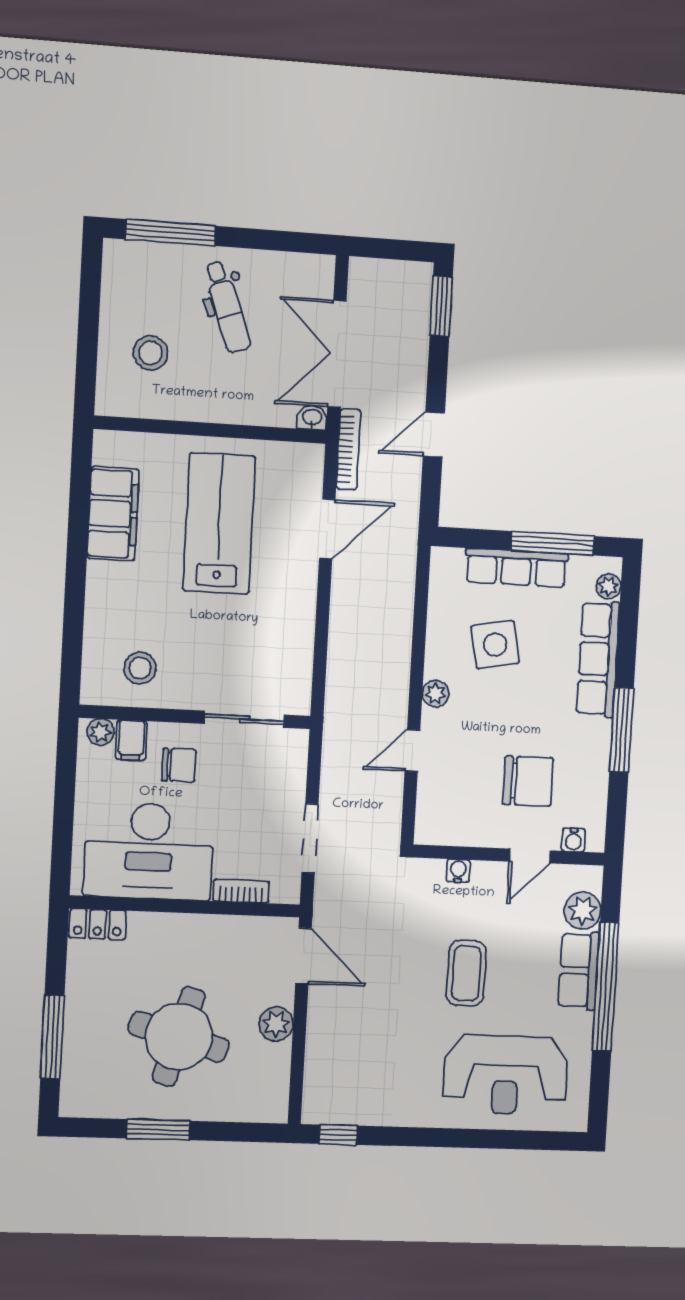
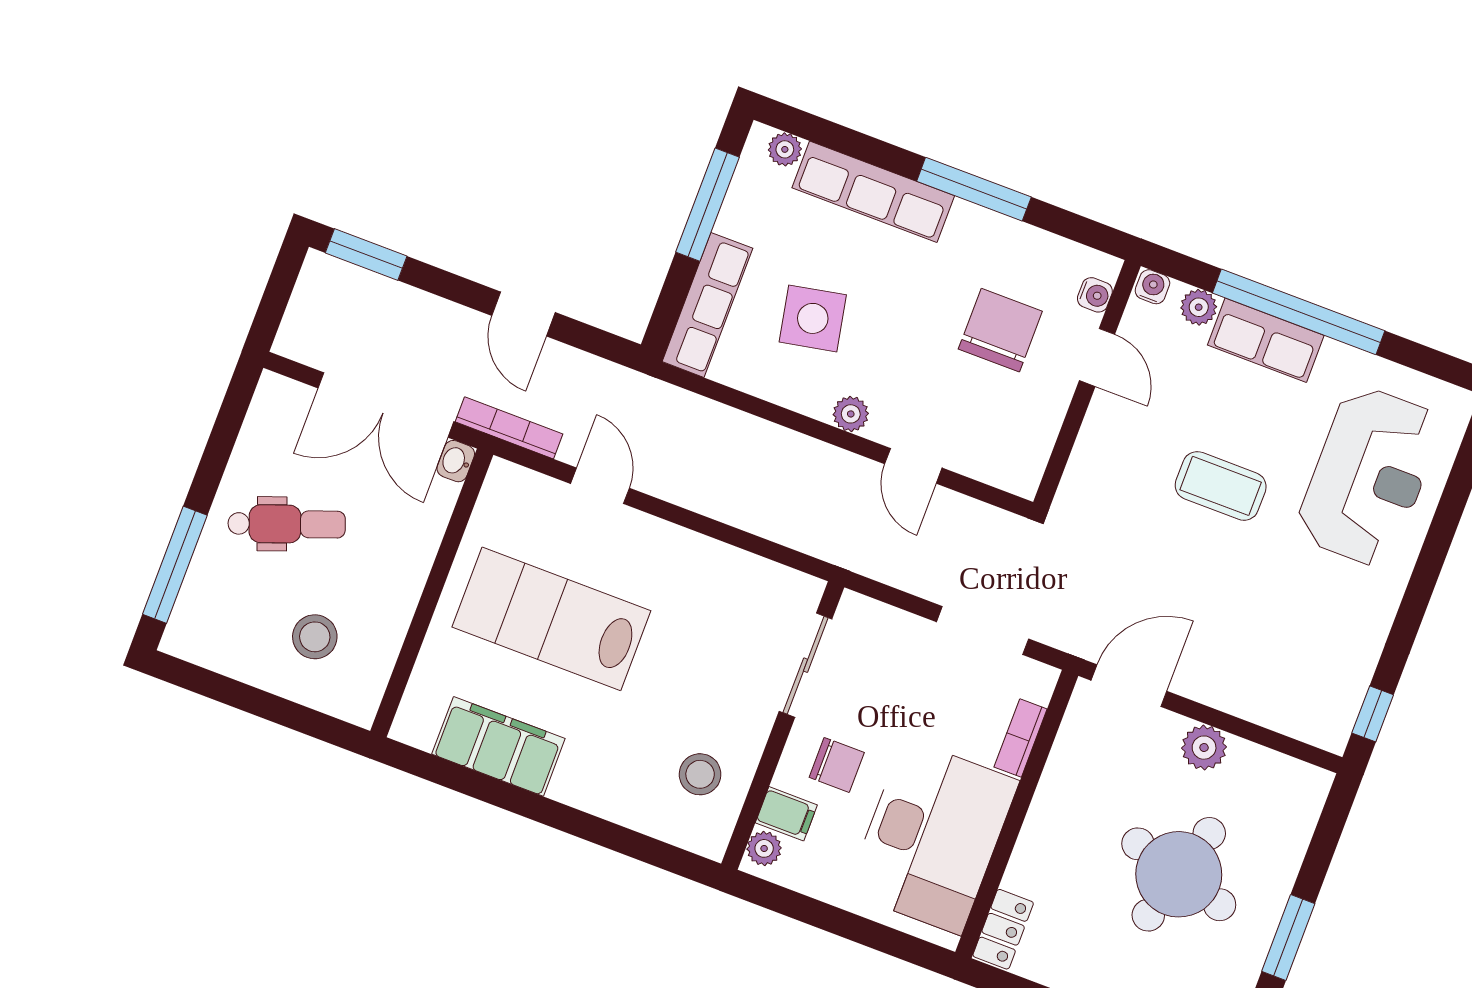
door: (327, 529) -> (600, 486), width x0.73
row of seats: (516, 568) -> (707, 305), moved
chair: (179, 765) -> (837, 765), turned 90
water cooler: (458, 871) -> (1152, 287), moved, turned 90
plant: (583, 911) -> (1199, 307), width x0.73, depth x0.73

